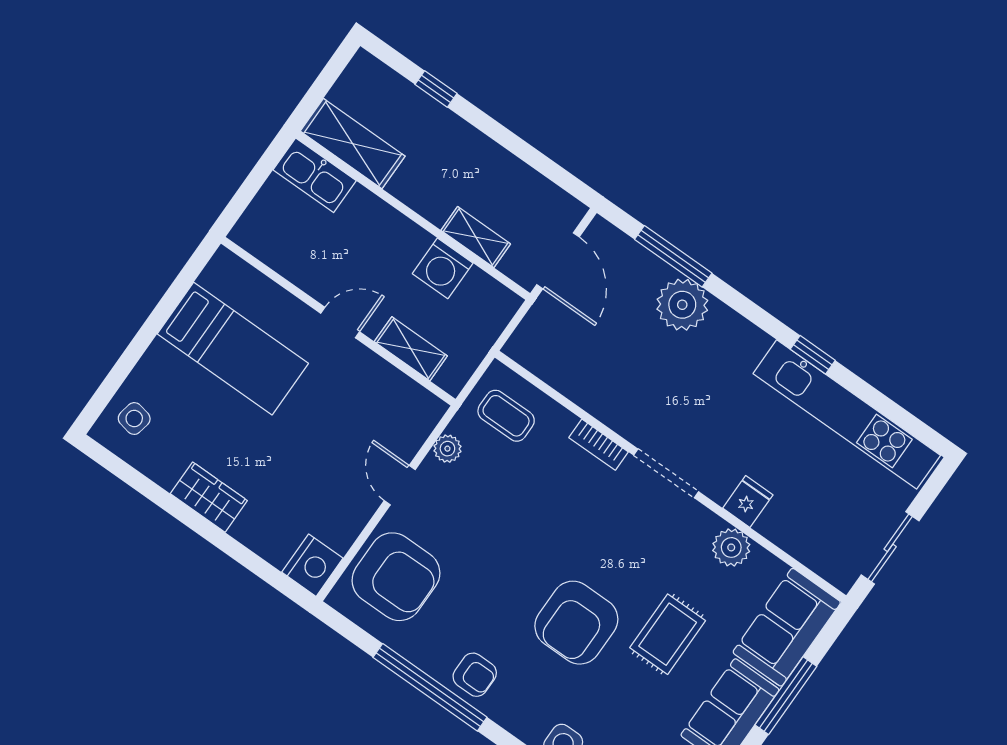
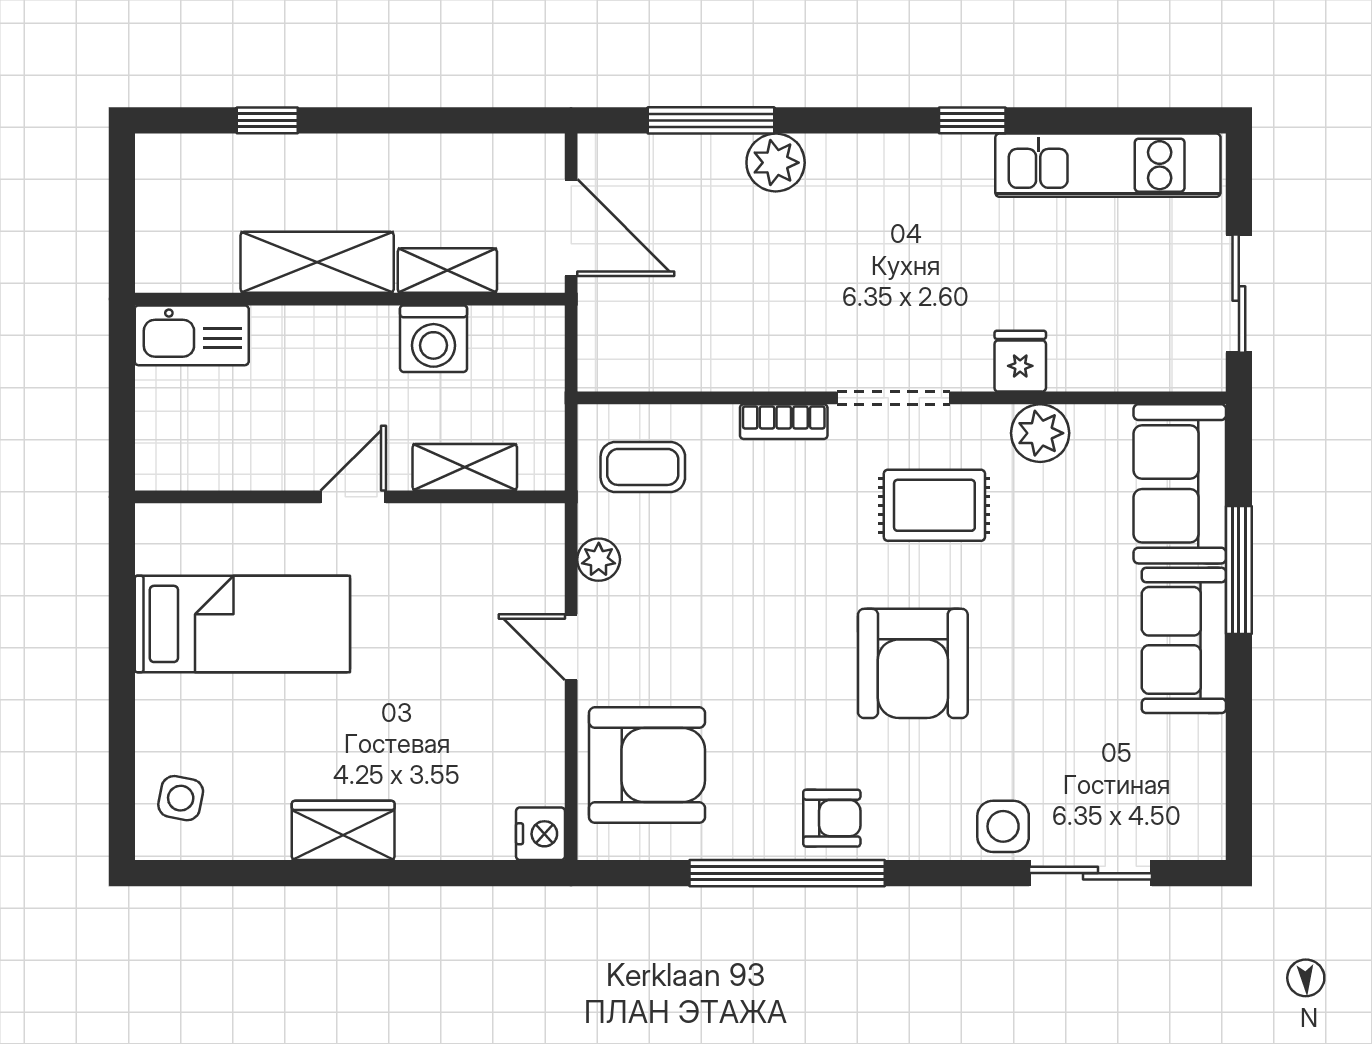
shelving: (353, 144) -> (317, 262), moved
plant: (682, 305) -> (776, 163), width x0.73, depth x0.73
kitchen unit: (847, 414) -> (1108, 165), width x0.73
nightstand: (312, 565) -> (540, 834), width x0.74, depth x0.75
rug: (668, 634) -> (934, 505), moved, turned 90

